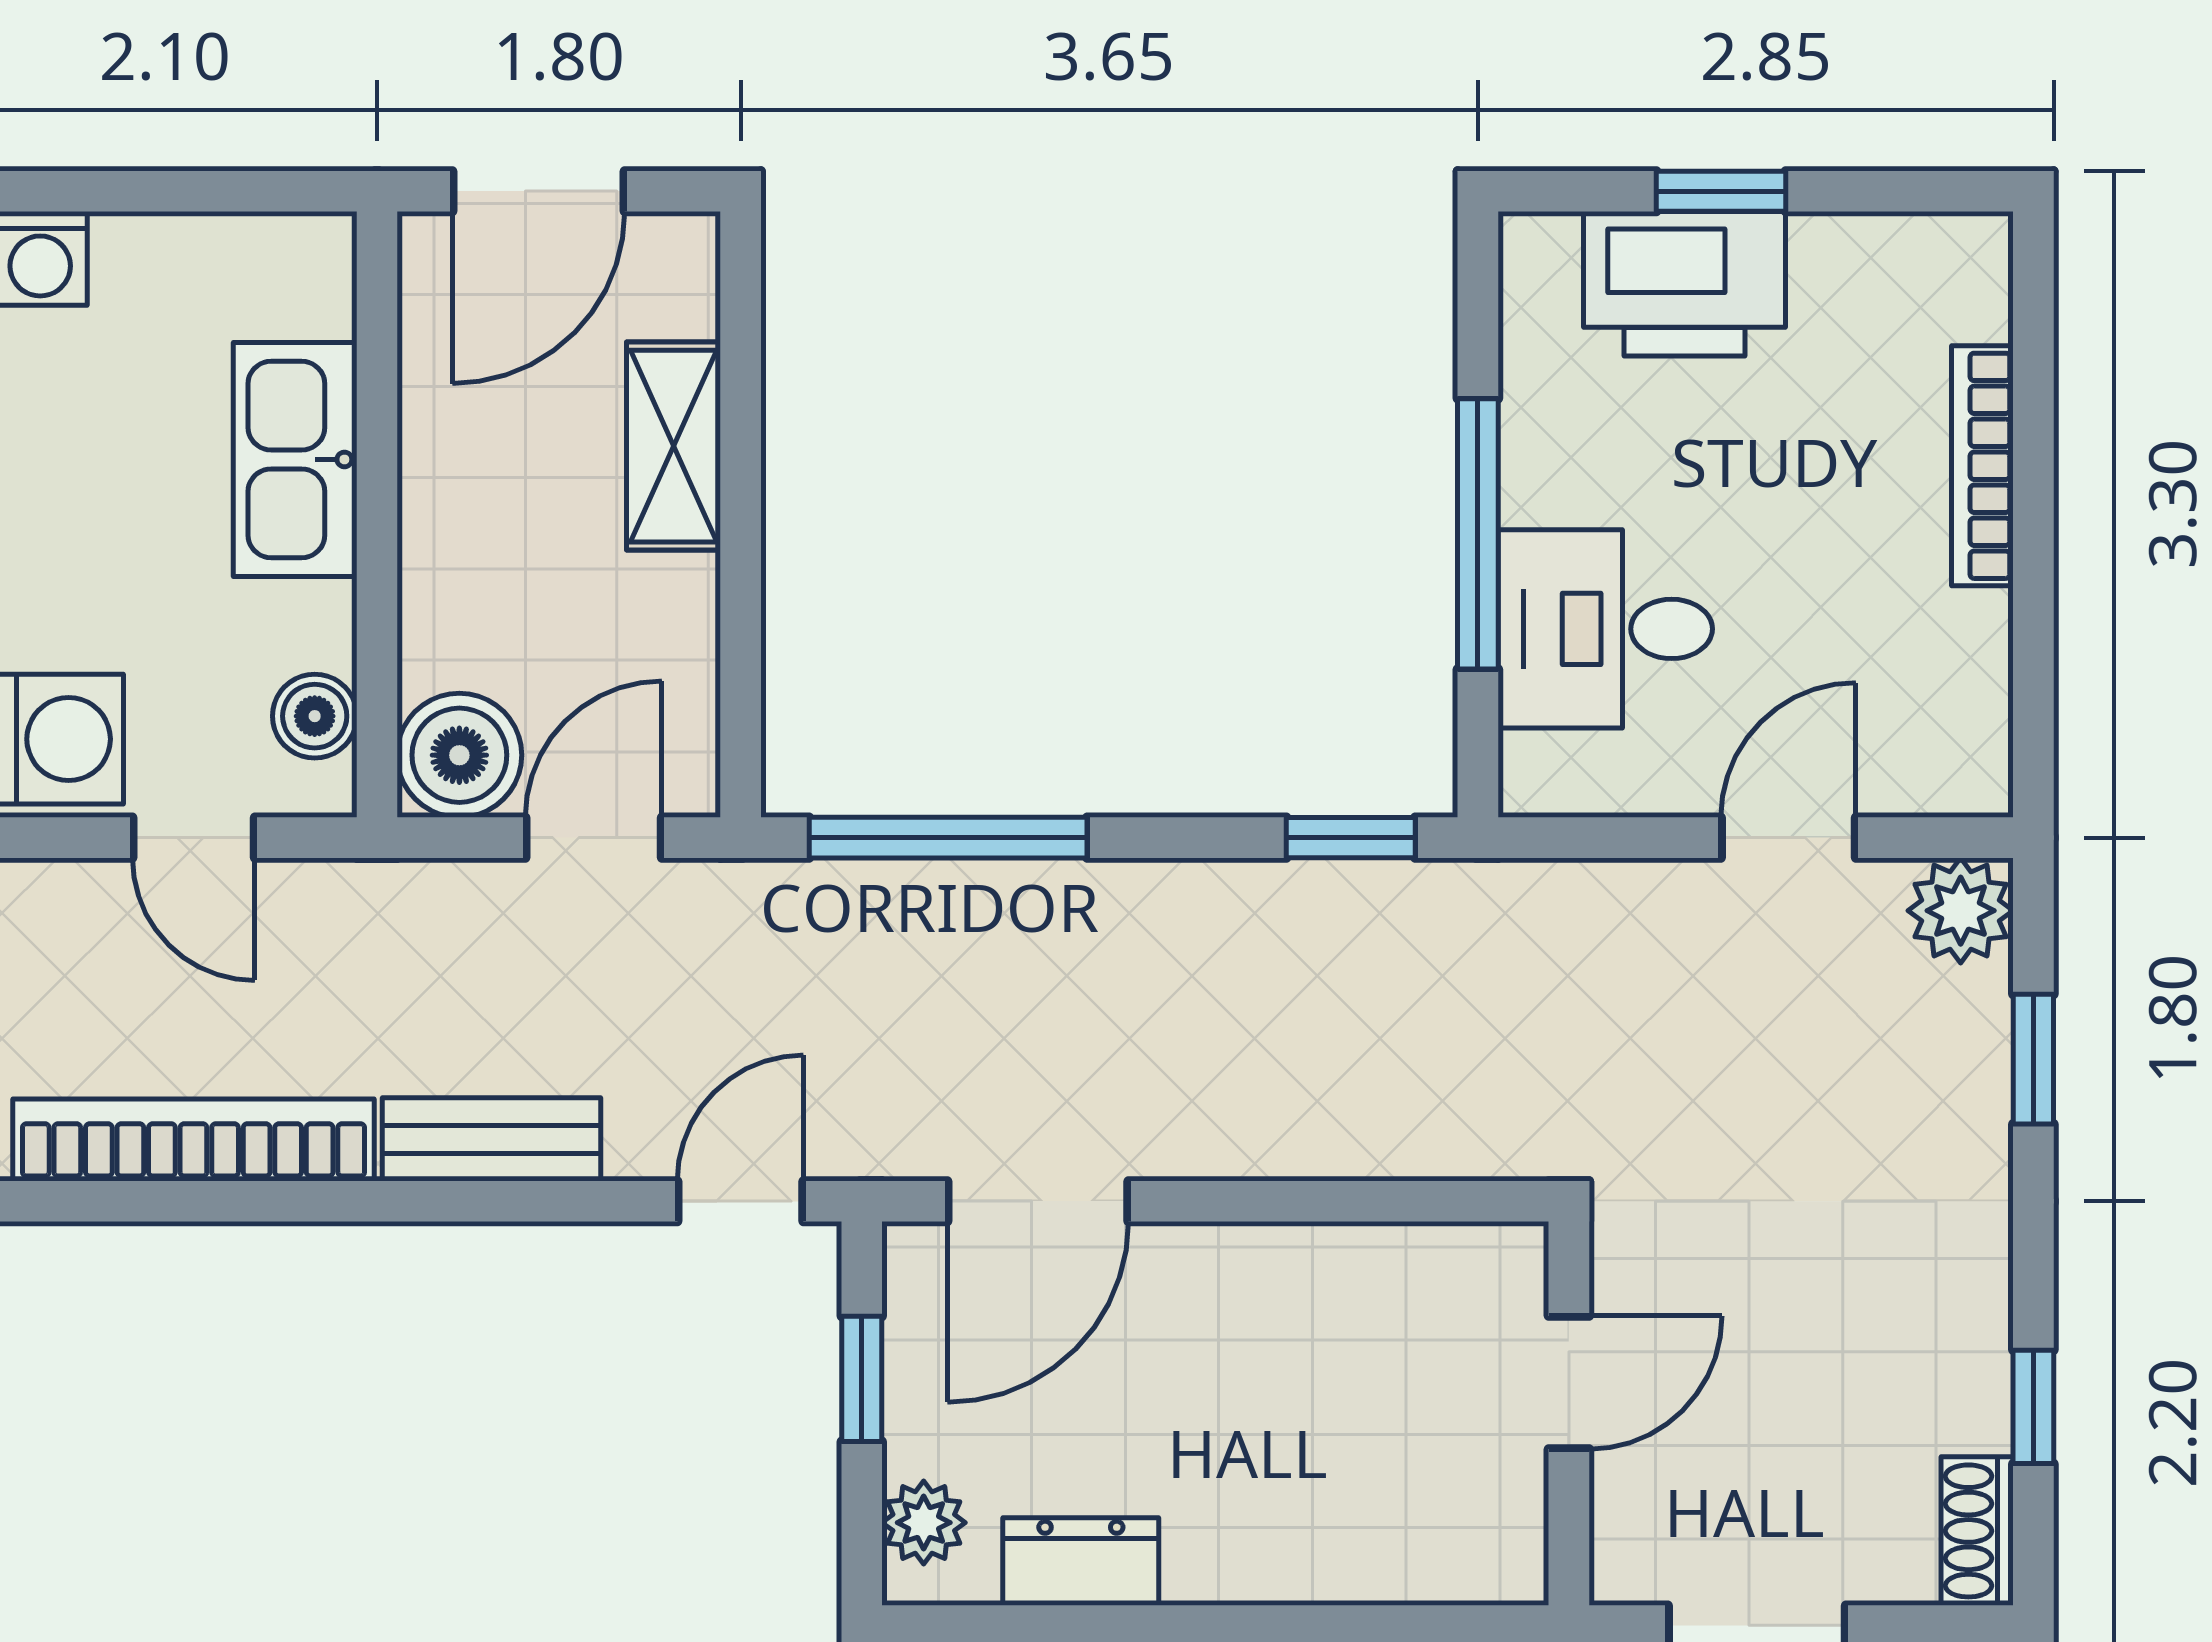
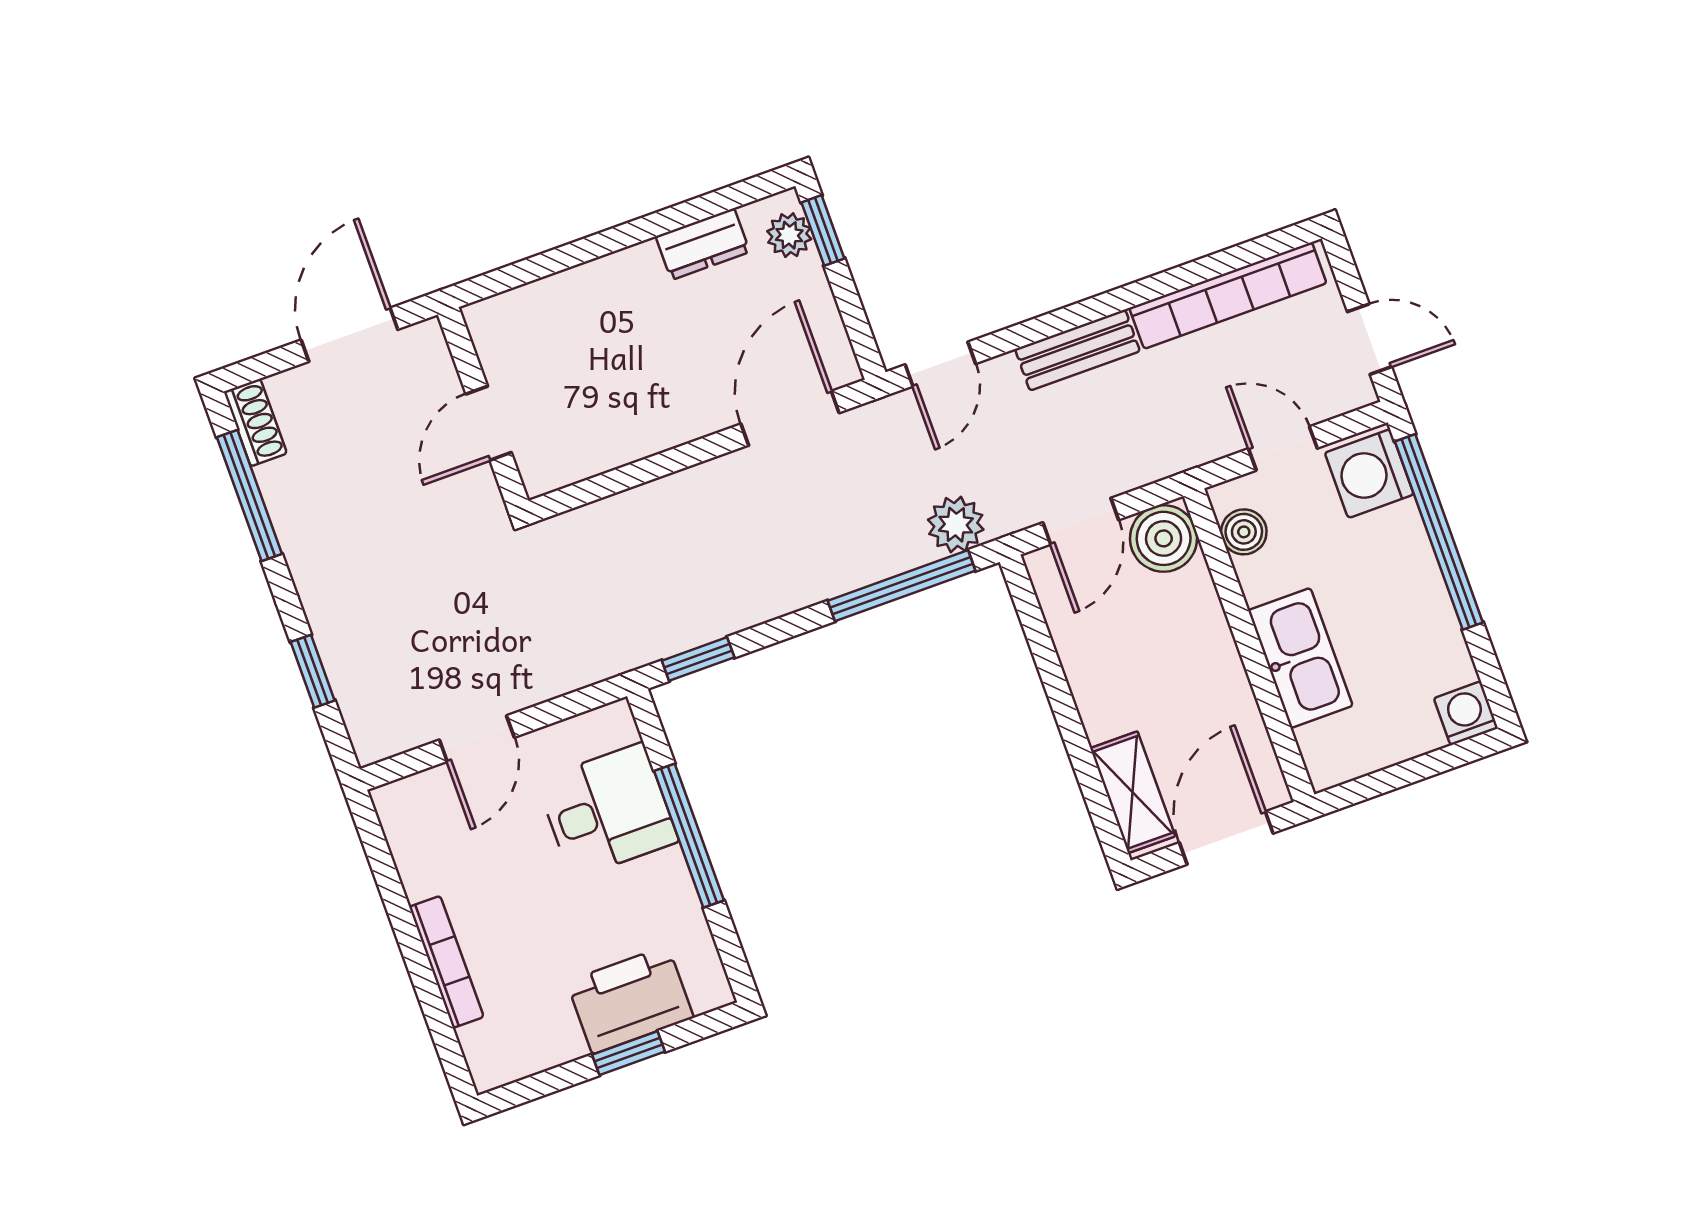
shelving: (674, 446) -> (1133, 792), moved
plant: (1961, 911) -> (956, 525), moved
window: (862, 1379) -> (823, 230), moved
window: (2033, 1407) -> (249, 496), width x2.17

